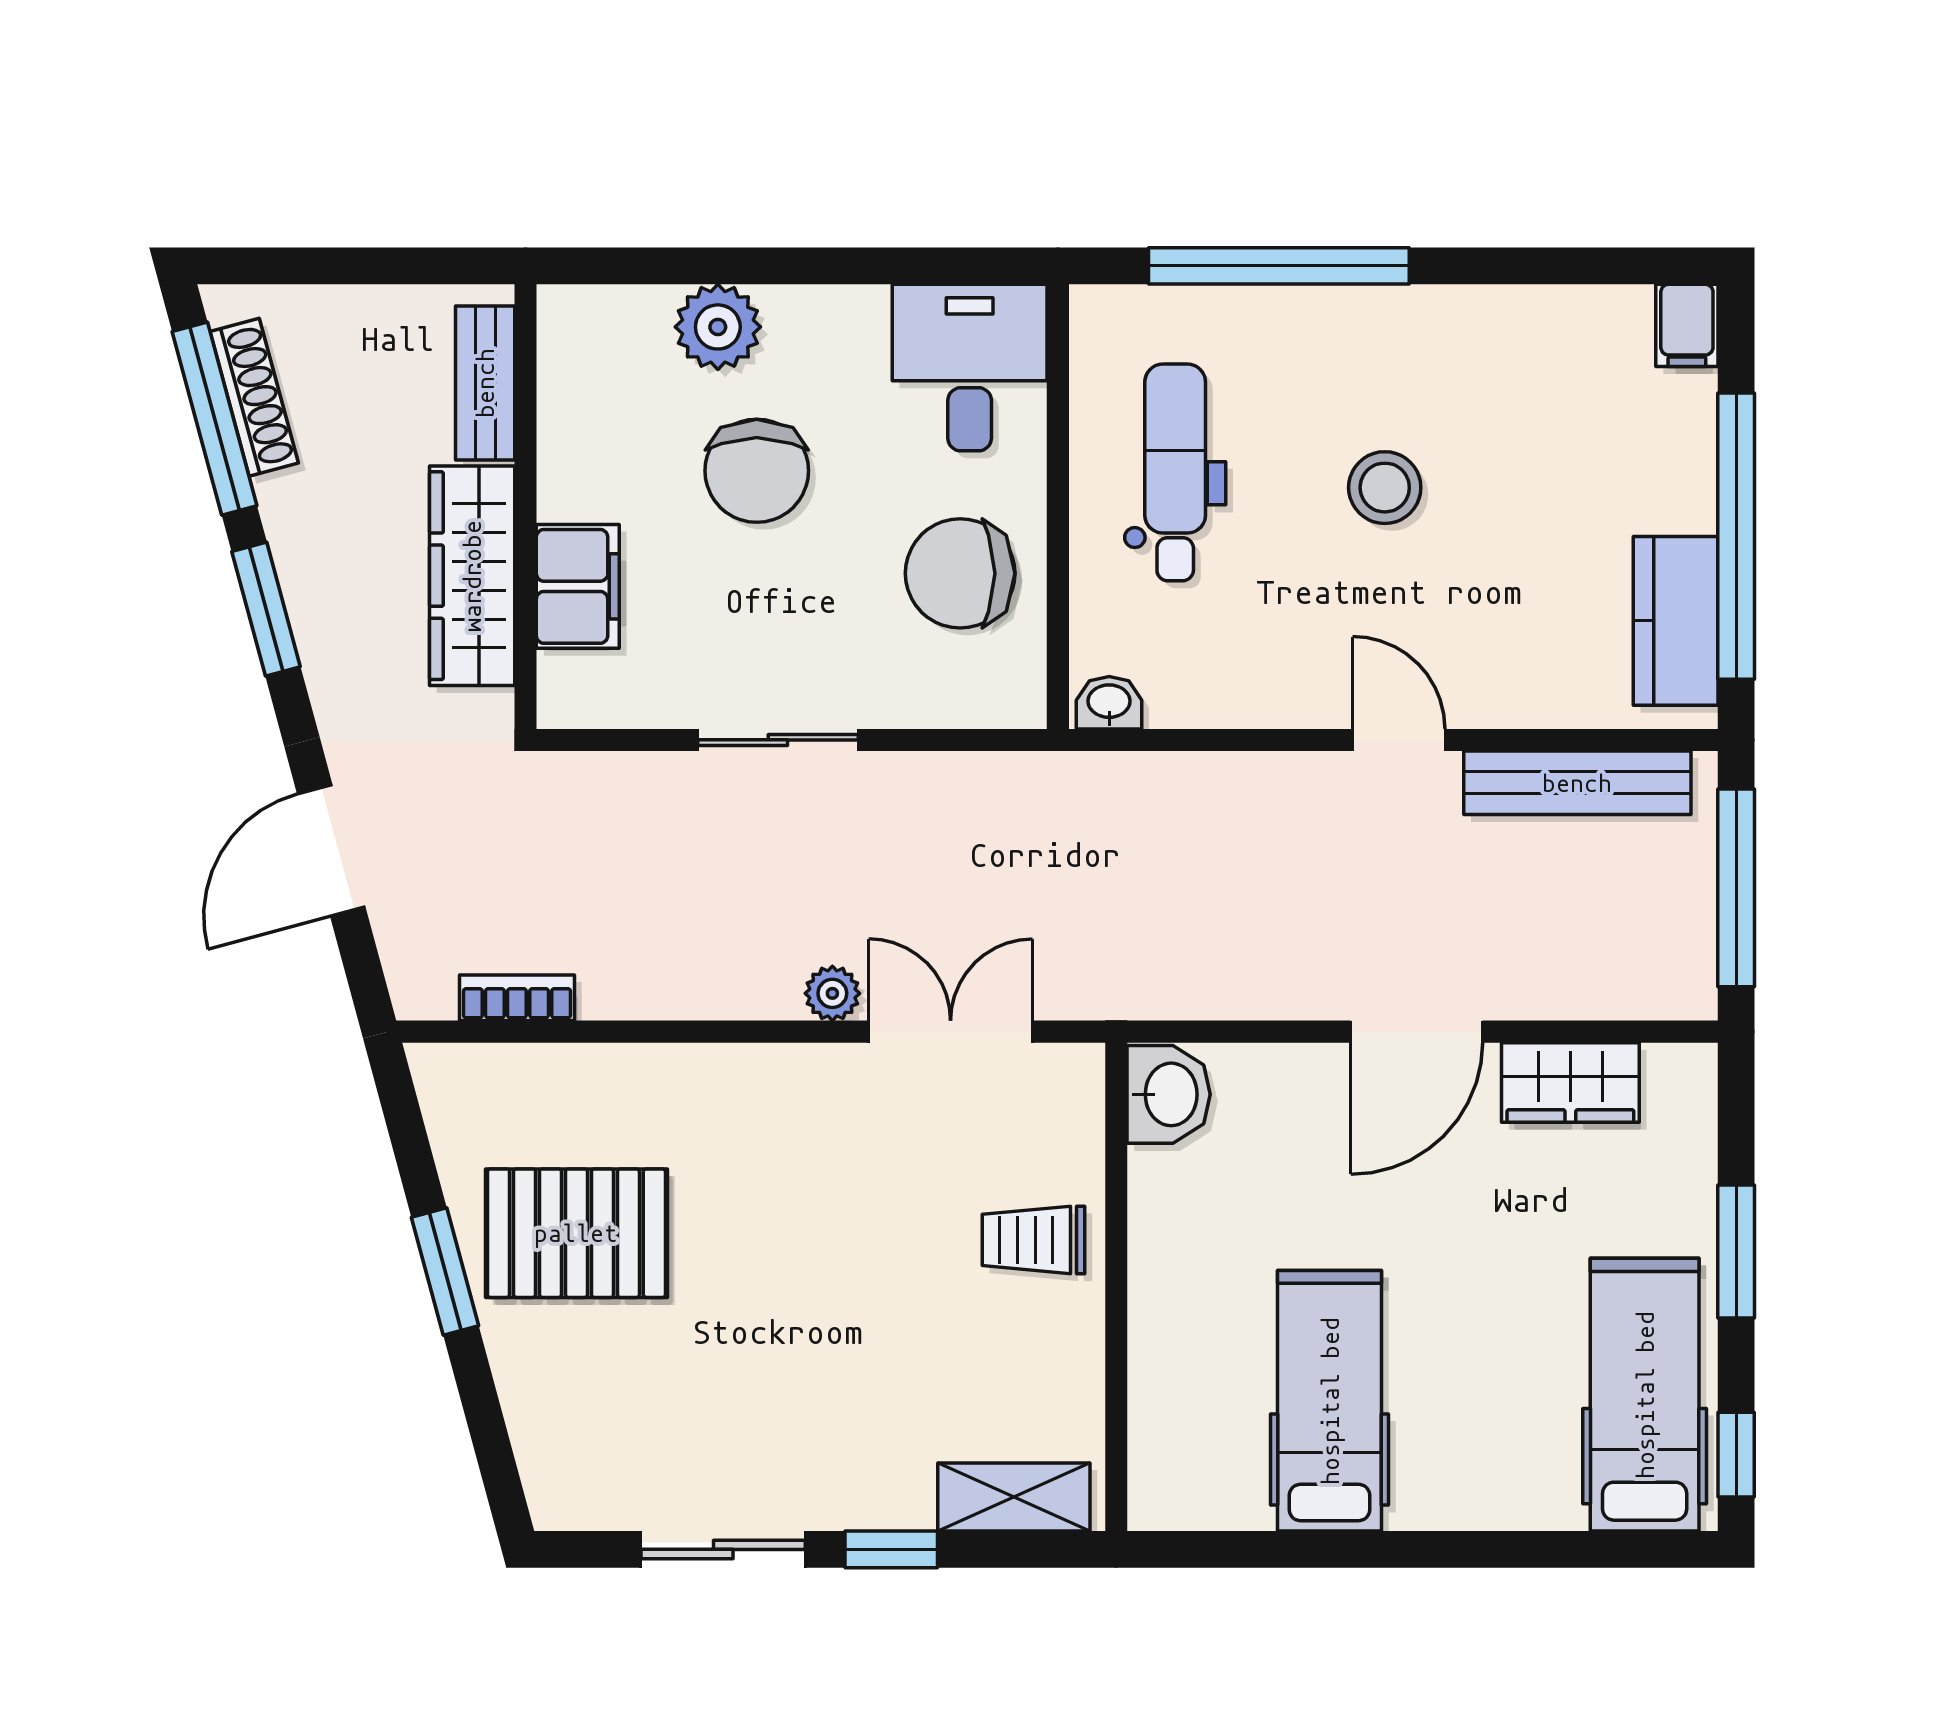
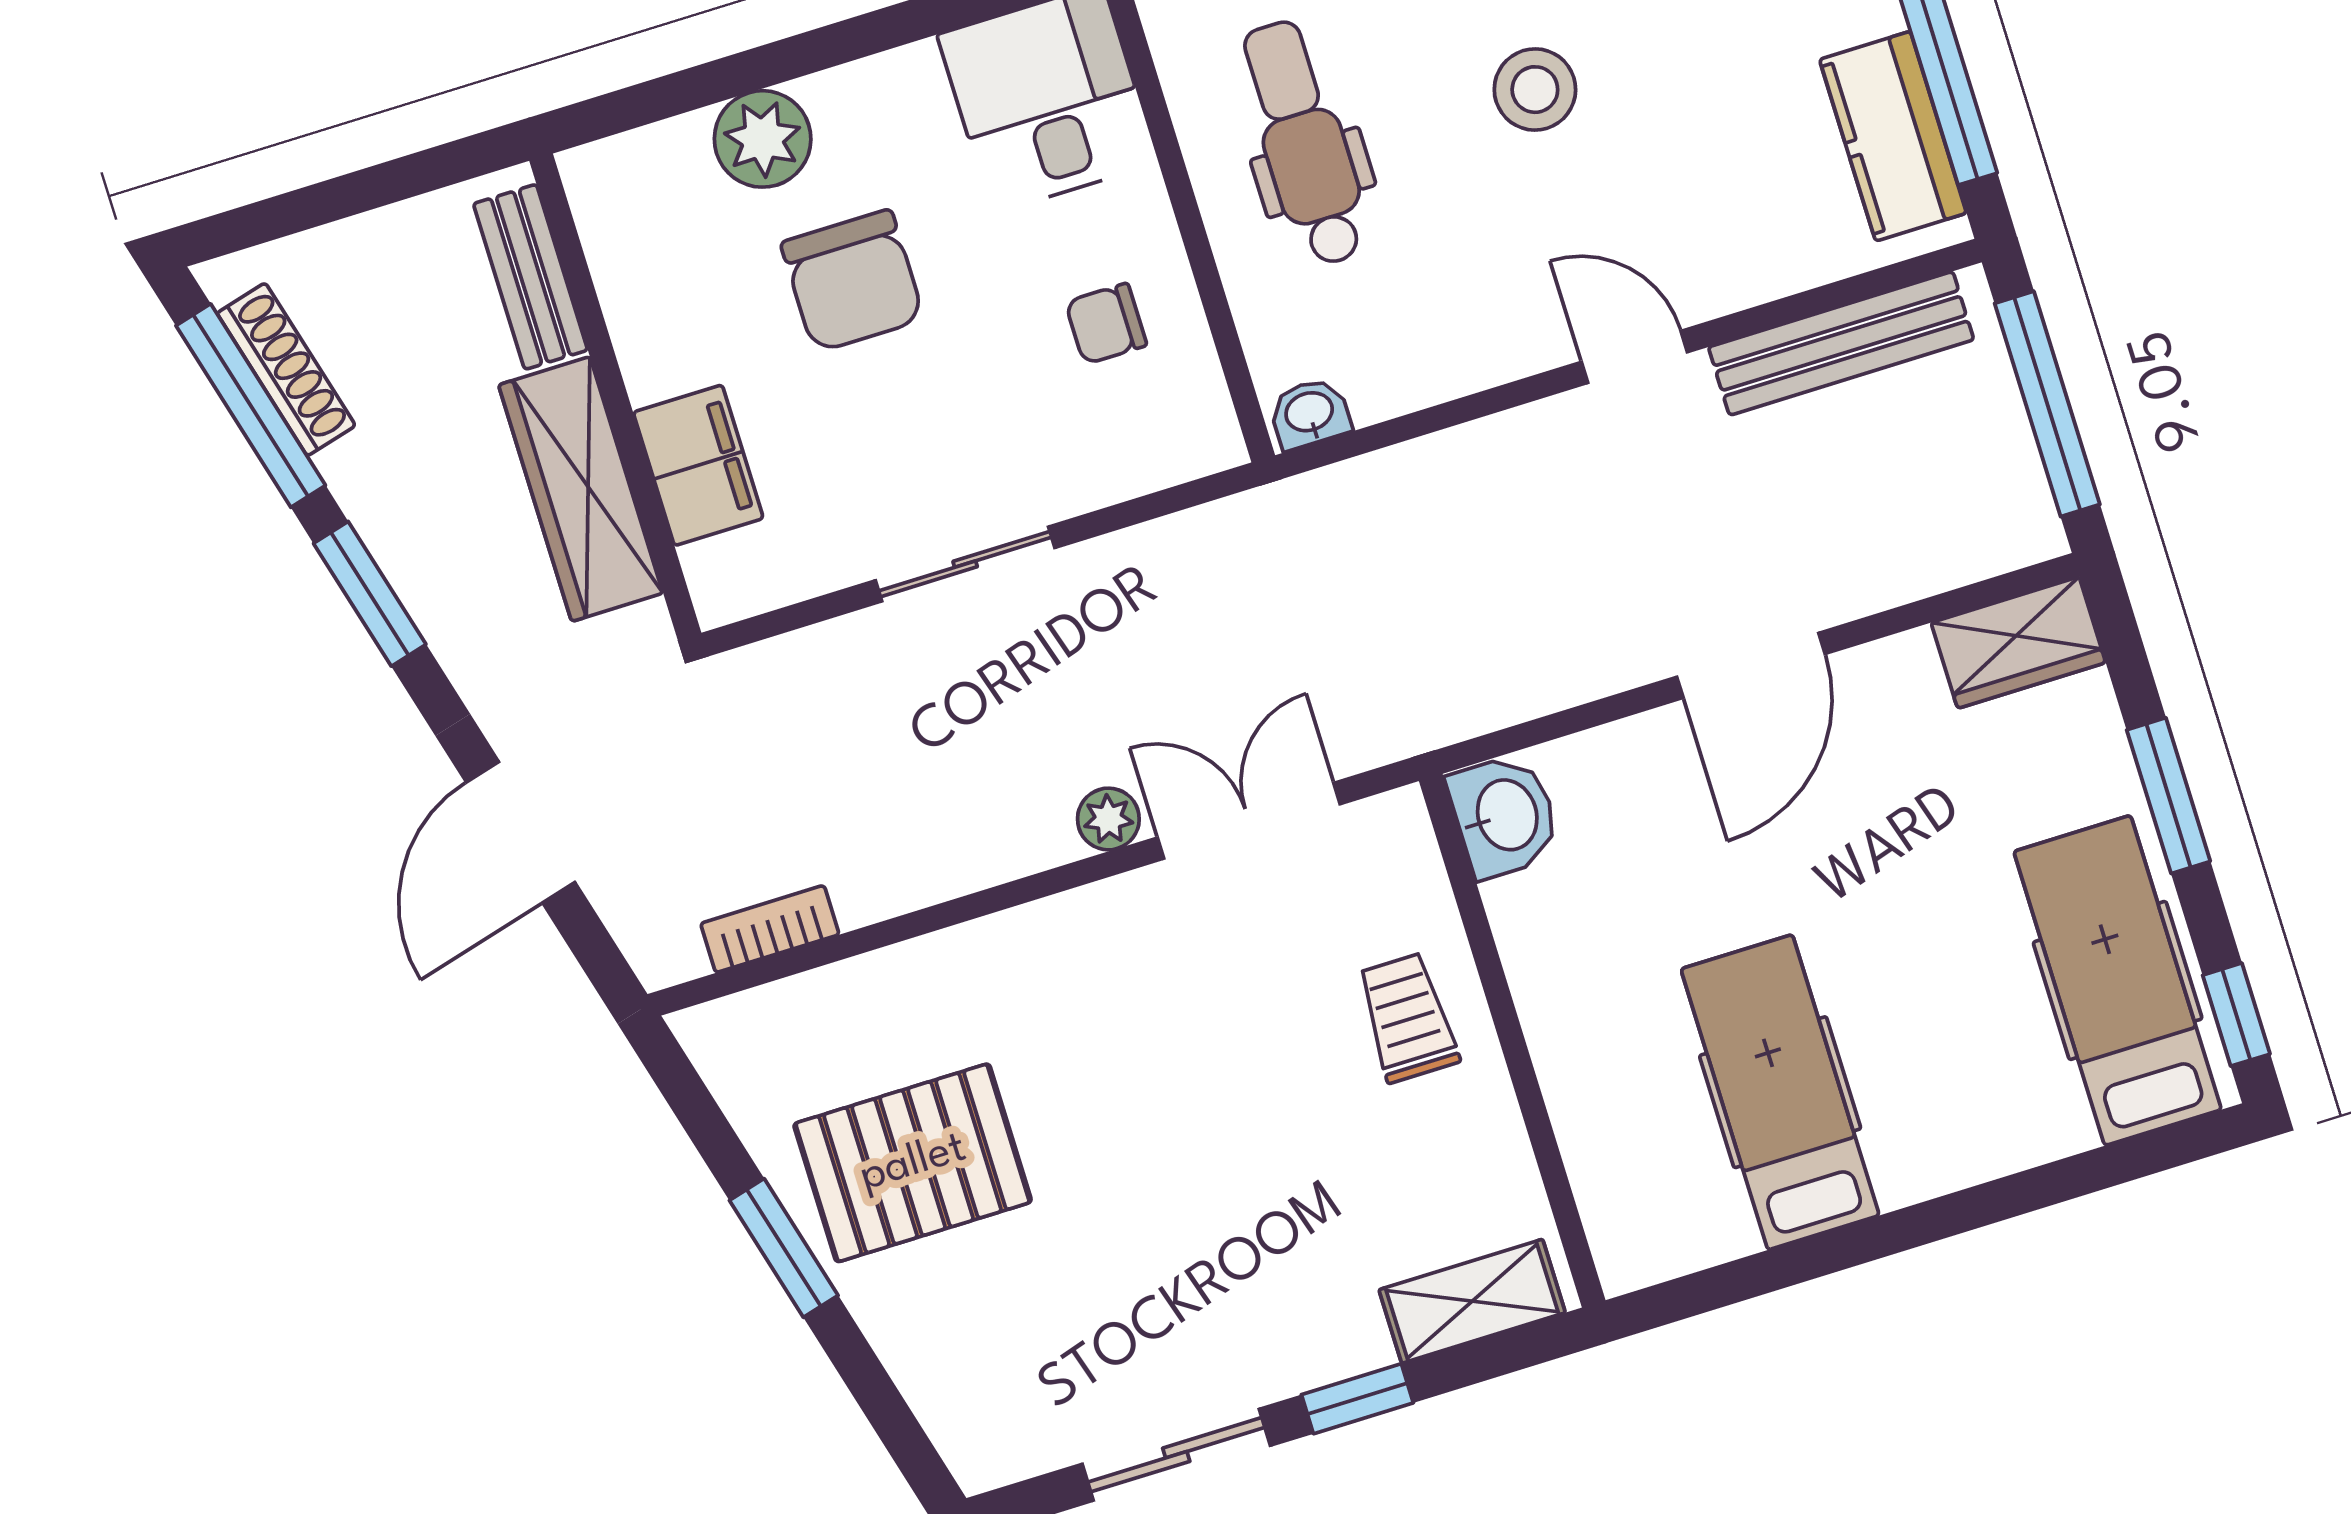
chair: (960, 573) -> (1106, 324), width x0.54, depth x0.54
wardrobe: (1570, 1083) -> (2018, 643), moved
trolley: (1034, 1240) -> (1407, 1018), turned 90

